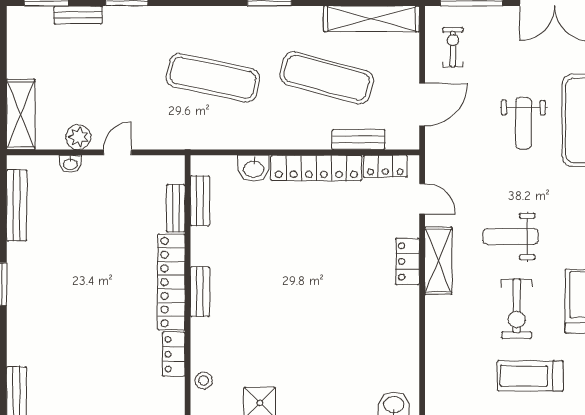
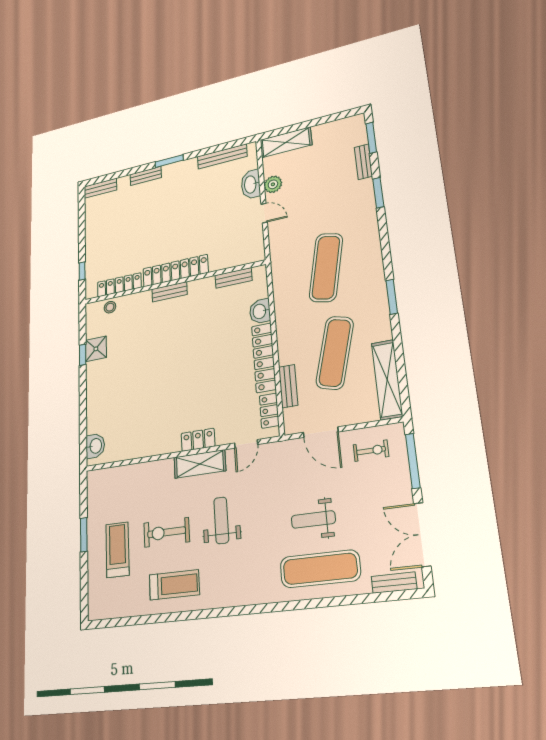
washbasin: (70, 164) -> (251, 184), width x1.91, depth x1.45
bench: (176, 208) -> (146, 176), moved
locker: (174, 354) -> (119, 285), width x1.53

